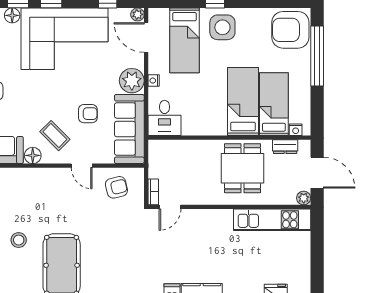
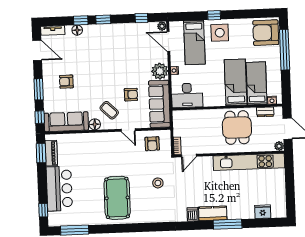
corner sofa: (64, 39) -> (113, 45), removed
desk: (165, 118) -> (187, 95), width x1.37
armchair: (116, 187) -> (152, 144), turned 103
kitchen unit: (272, 220) -> (249, 162), width x1.36
stool: (19, 240) -> (158, 183), moved

